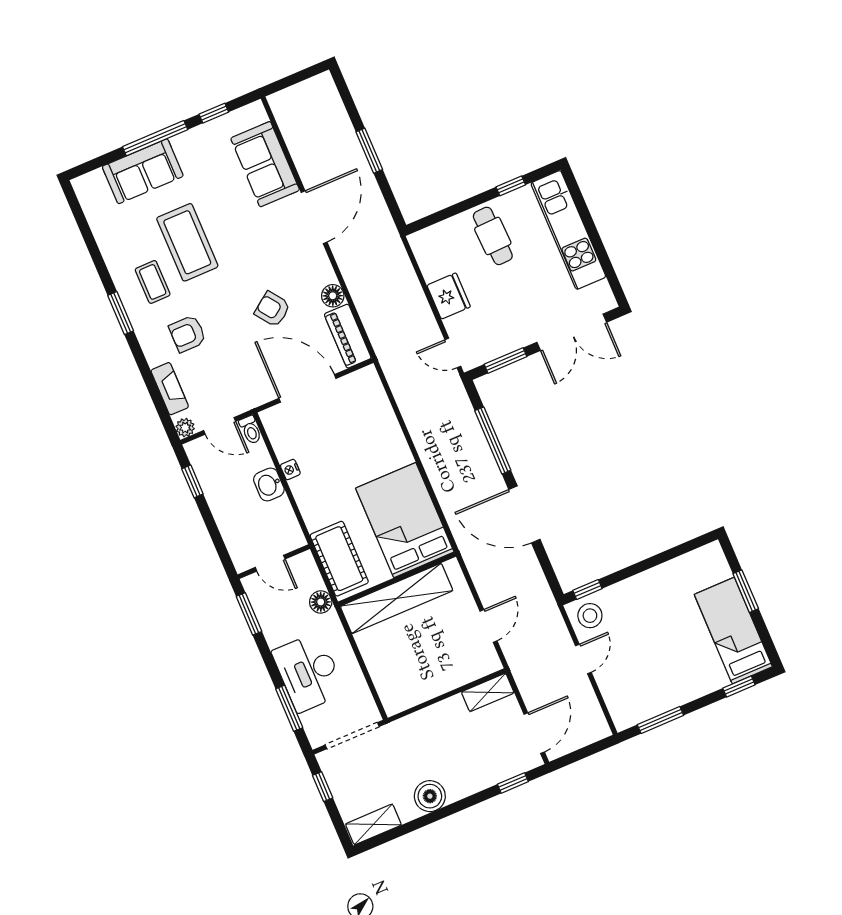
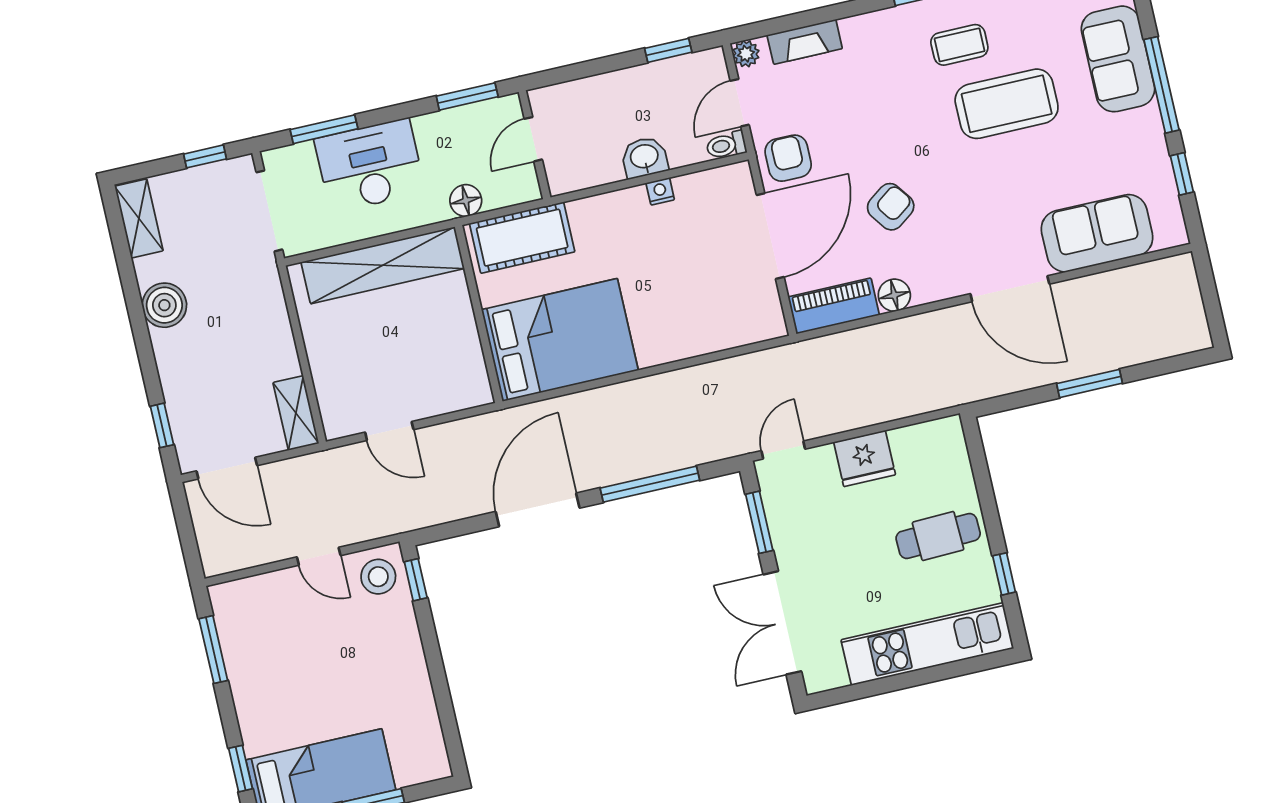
armchair: (187, 334) -> (788, 158), moved
shelving: (397, 598) -> (383, 265), moved, turned 90

